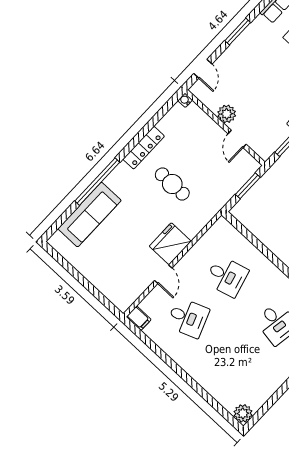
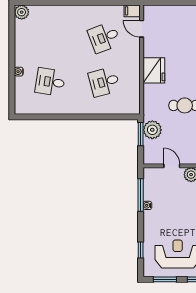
window: (248, 186) -> (141, 134), moved
plant: (224, 190) -> (152, 130), added
door: (163, 274) -> (142, 29), moved

